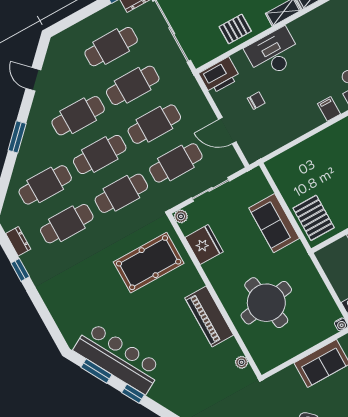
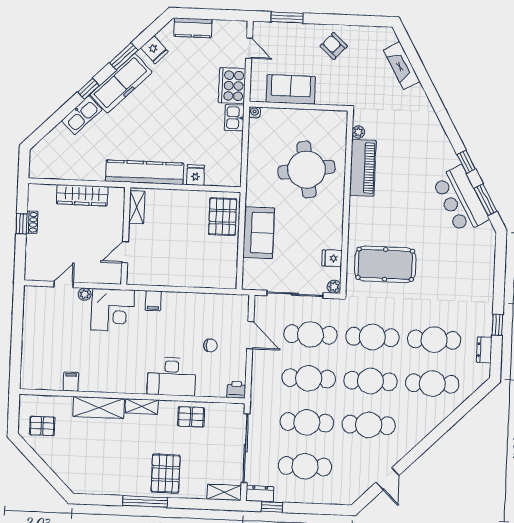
printer: (220, 76) -> (236, 390), width x0.53, depth x0.68
chair: (256, 101) -> (210, 345), turned 180
window: (17, 137) -> (431, 439), removed
sliding door: (210, 189) -> (295, 294), width x1.37
fridge: (204, 245) -> (332, 258), width x0.53, depth x0.75
piano: (209, 316) -> (363, 168), moved
bar counter: (118, 358) -> (460, 200), width x0.73

